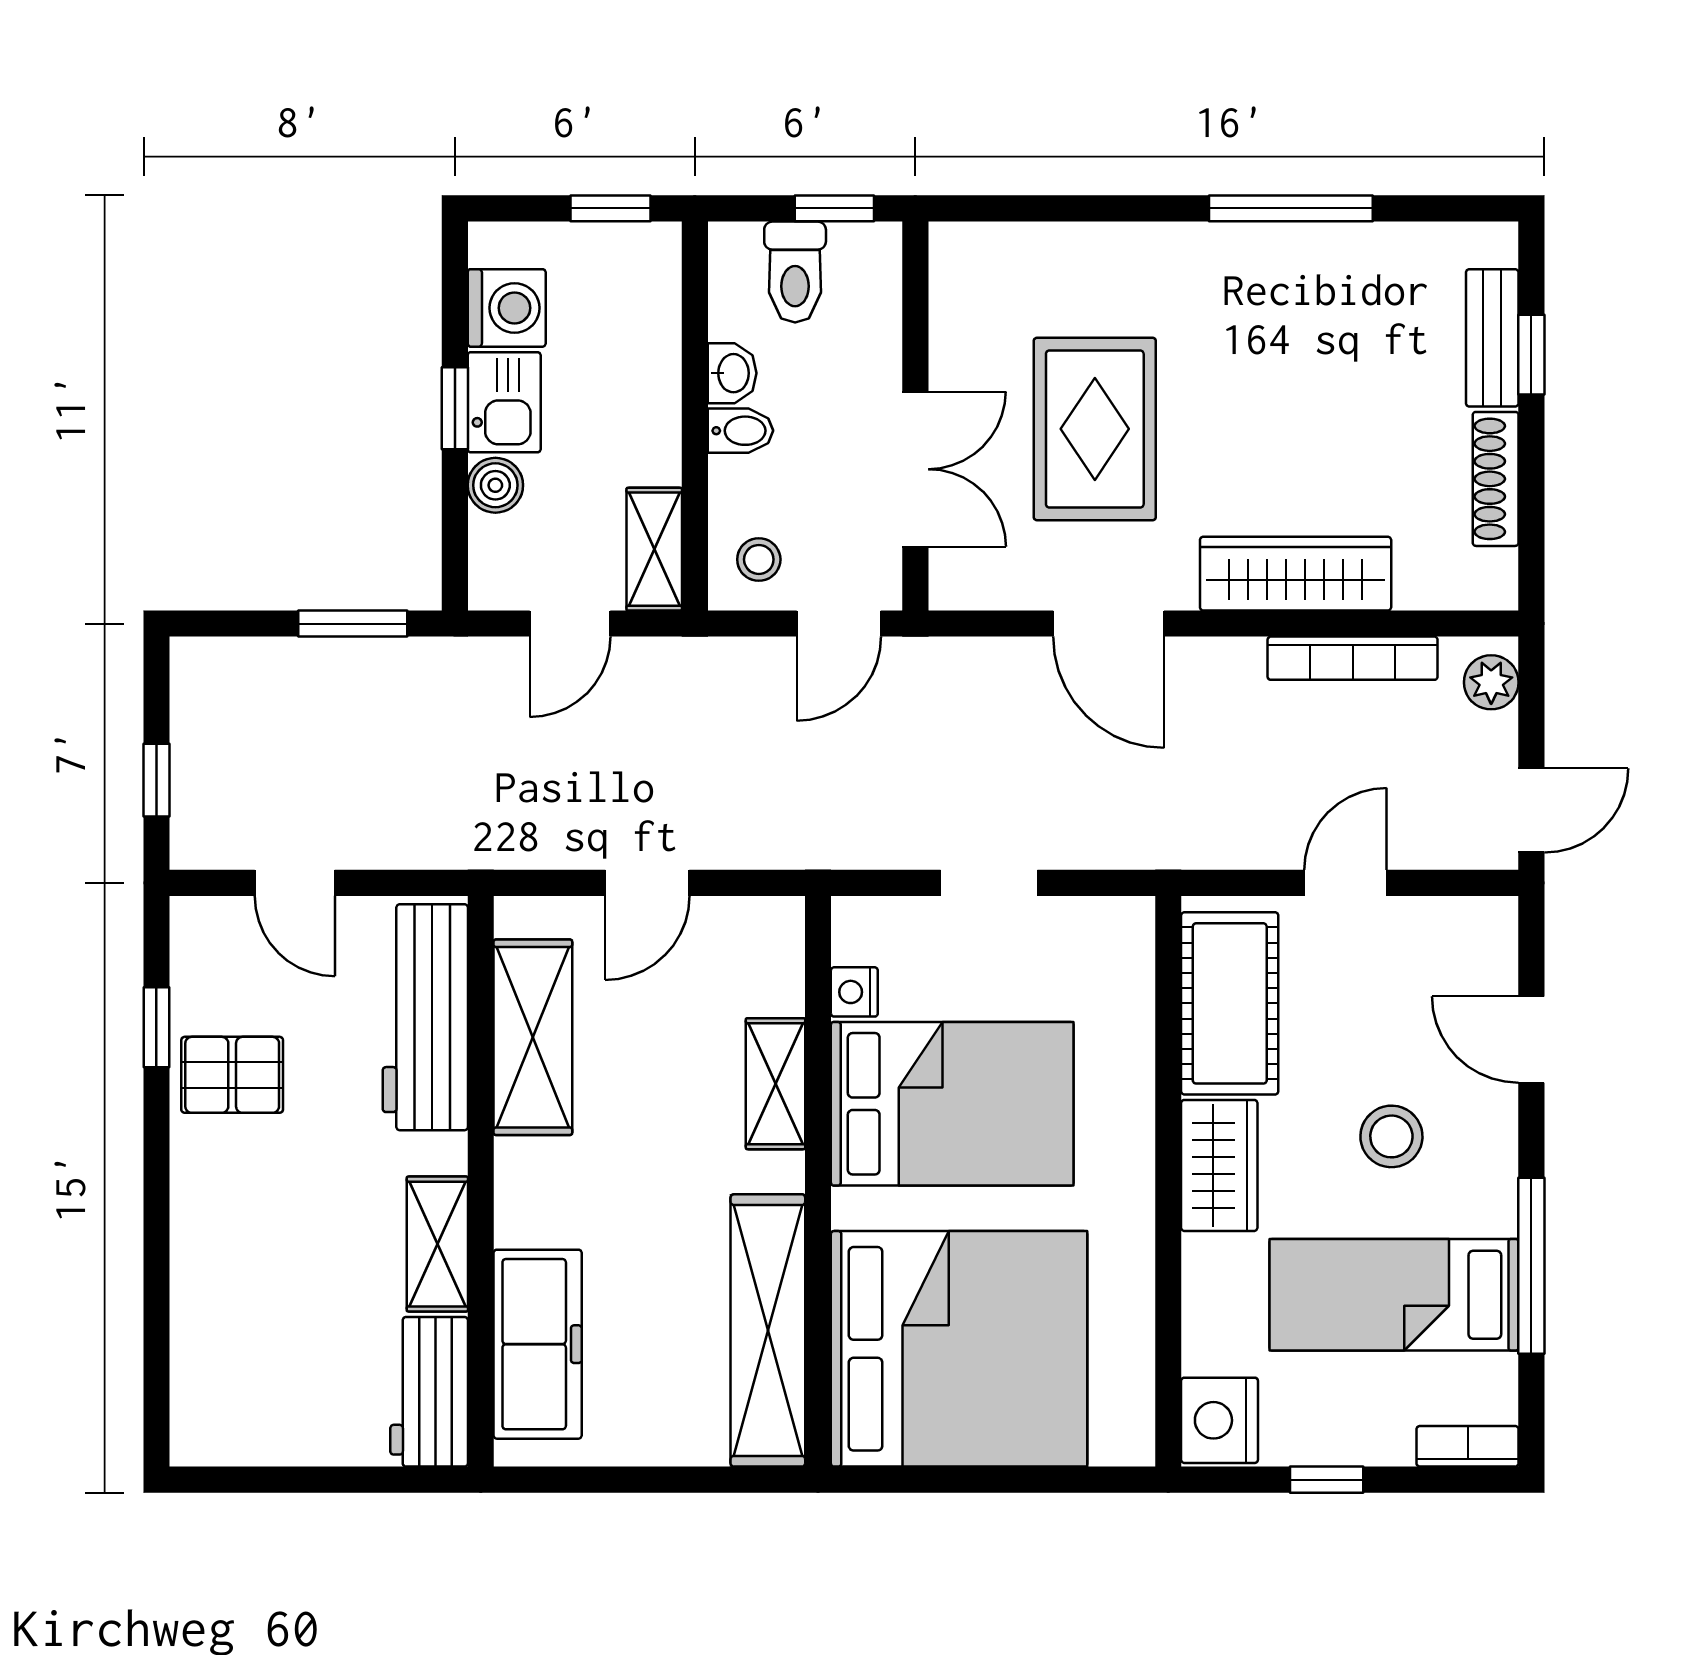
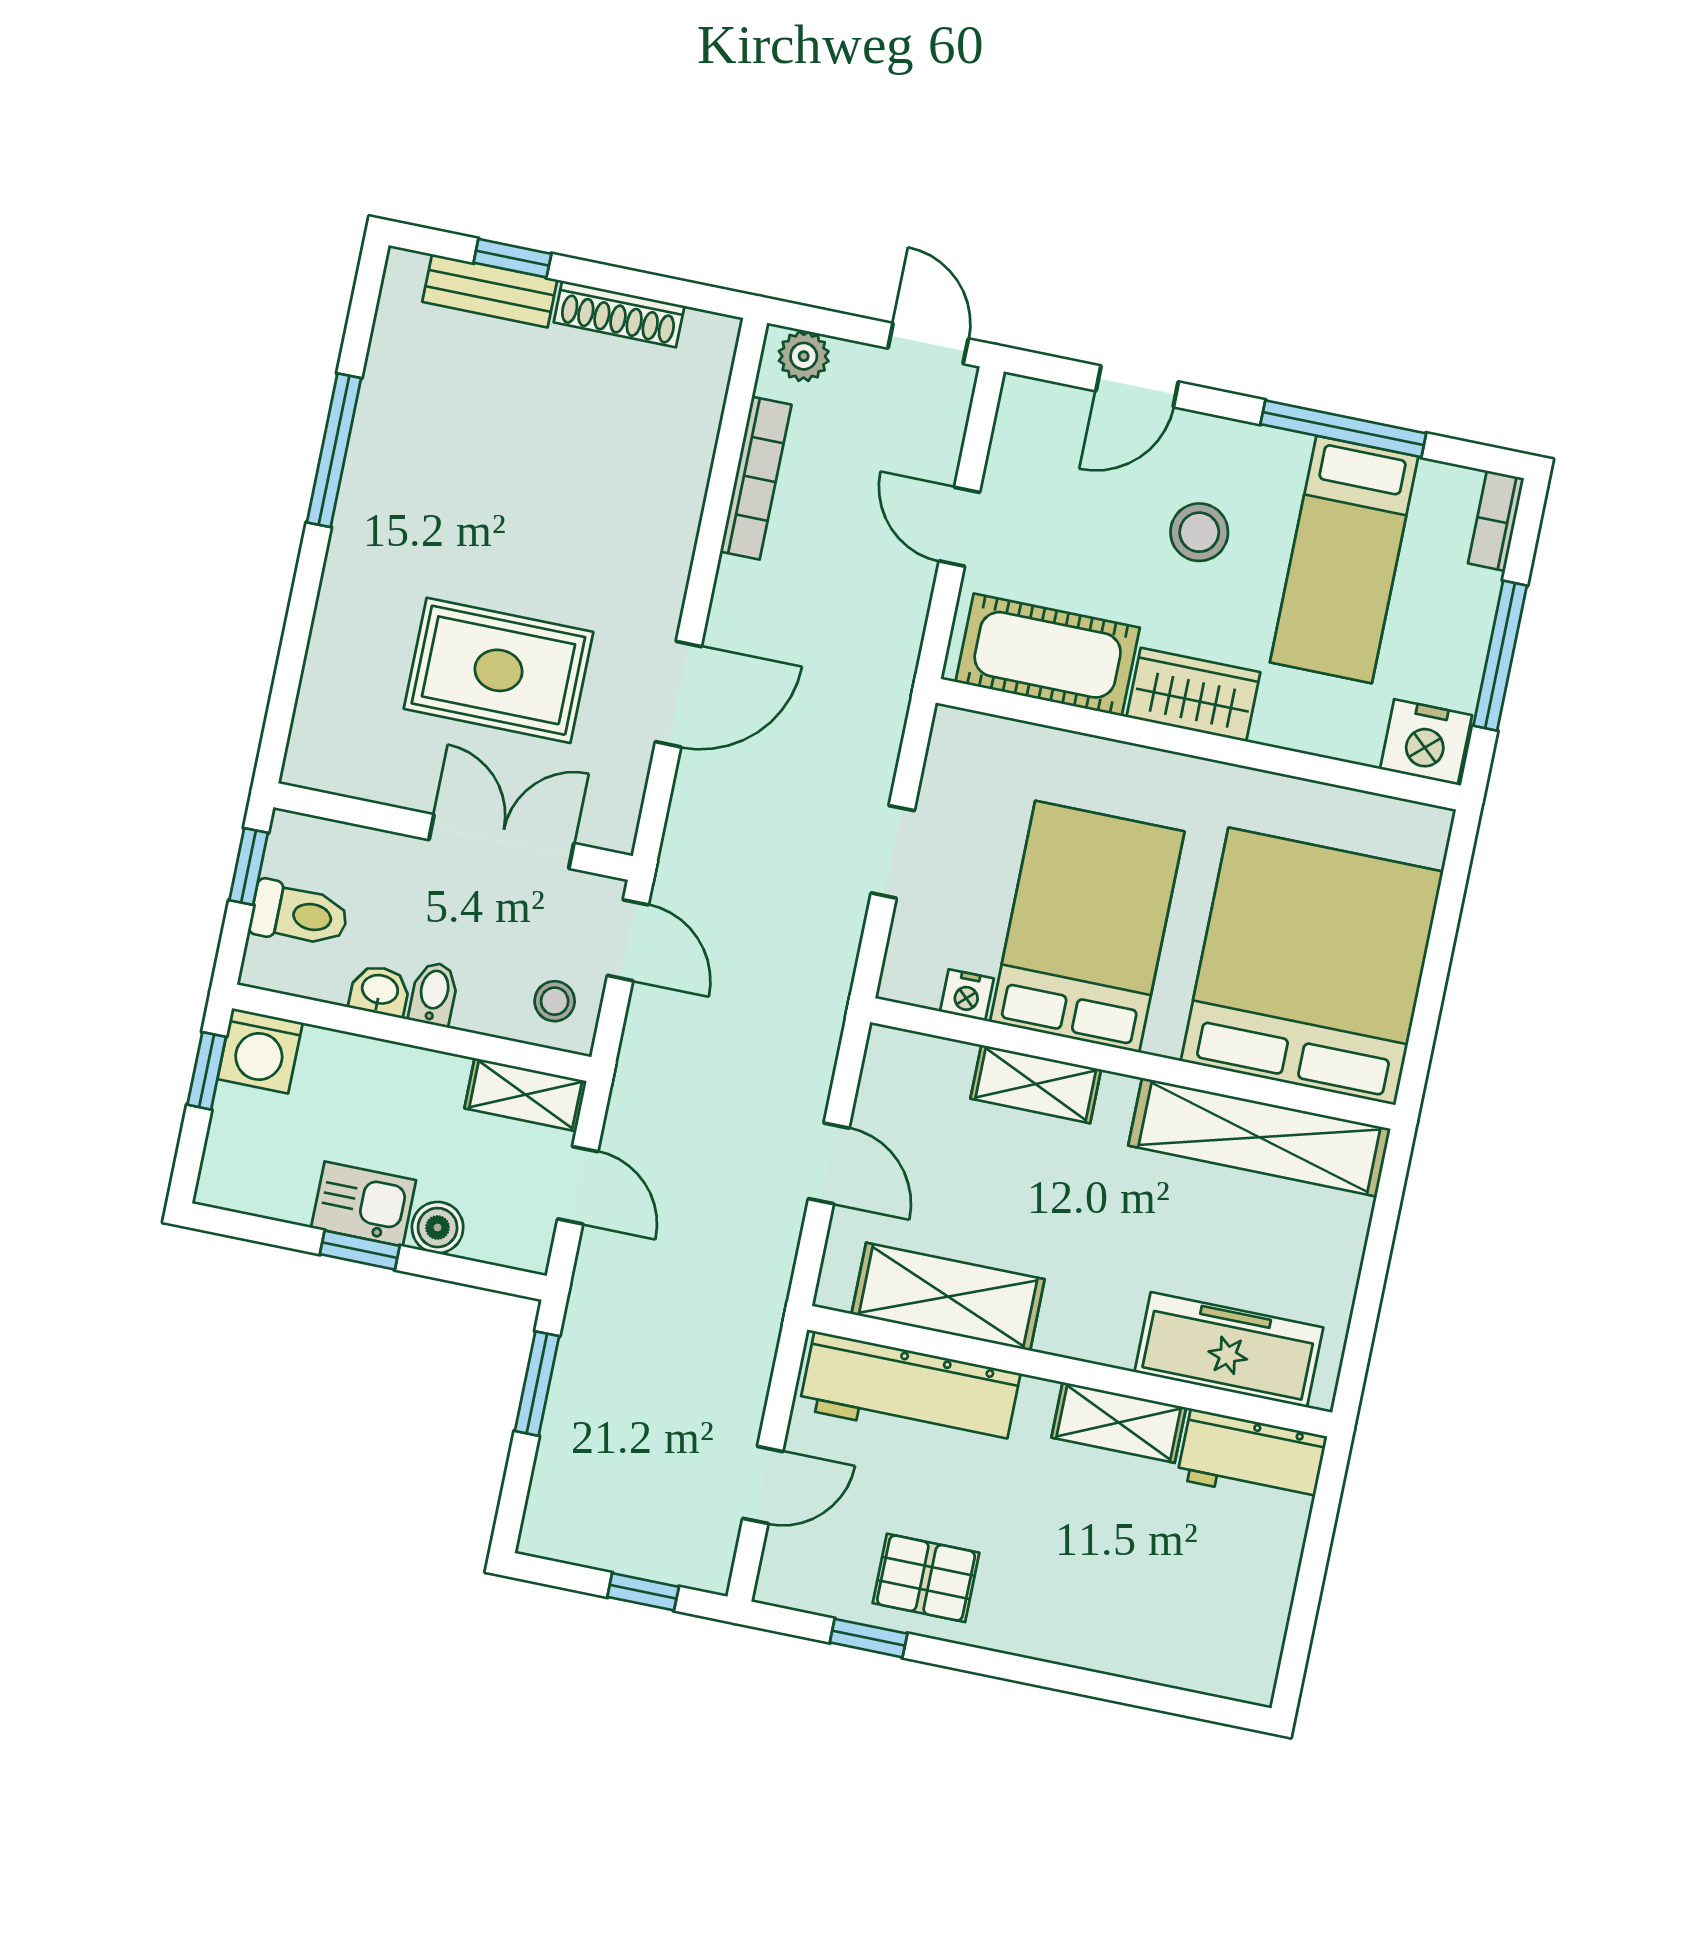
washing machine: (507, 308) -> (260, 1051), moved, turned 180
wardrobe: (1296, 574) -> (668, 514), removed
pallet: (232, 1075) -> (926, 1578), turned 90
window: (1327, 1480) -> (1500, 656), width x2.17

